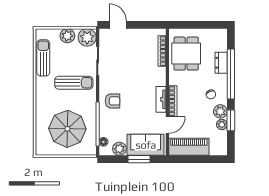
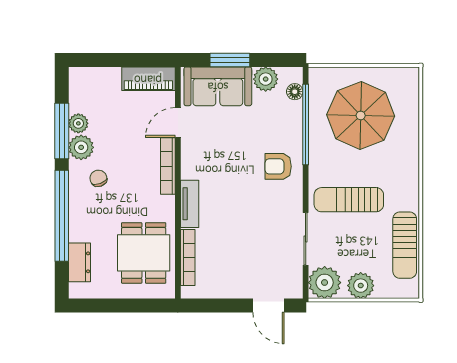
dresser: (221, 63) -> (80, 262), moved
tv unit: (161, 99) -> (190, 204), moved
window: (231, 120) -> (62, 131), width x1.44
piano: (189, 147) -> (148, 79), width x0.73, depth x0.75

